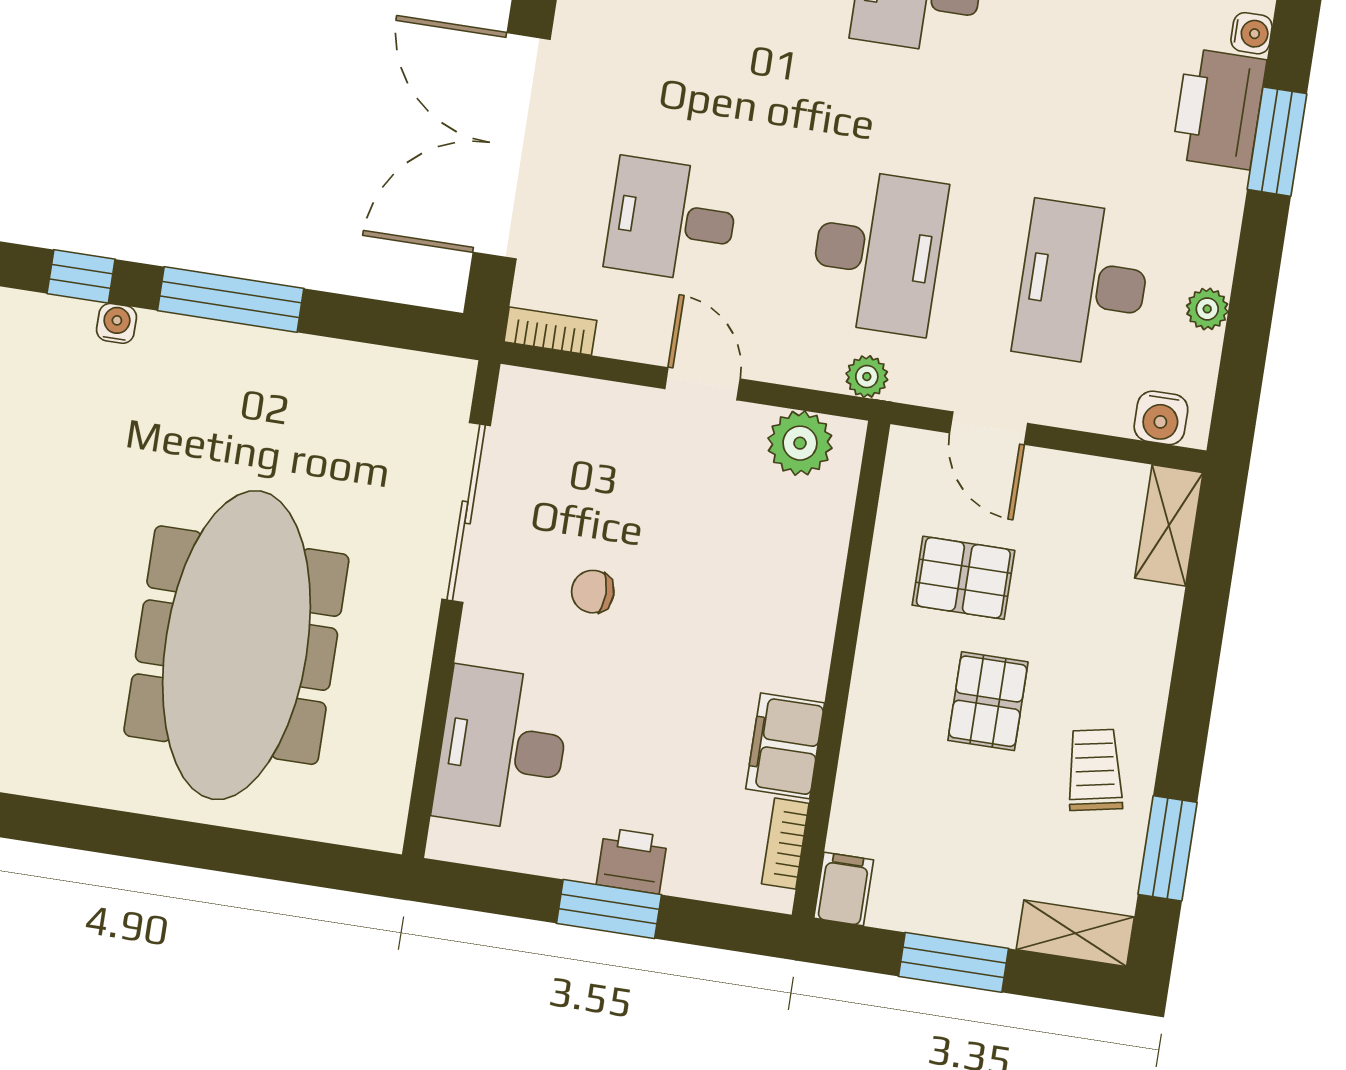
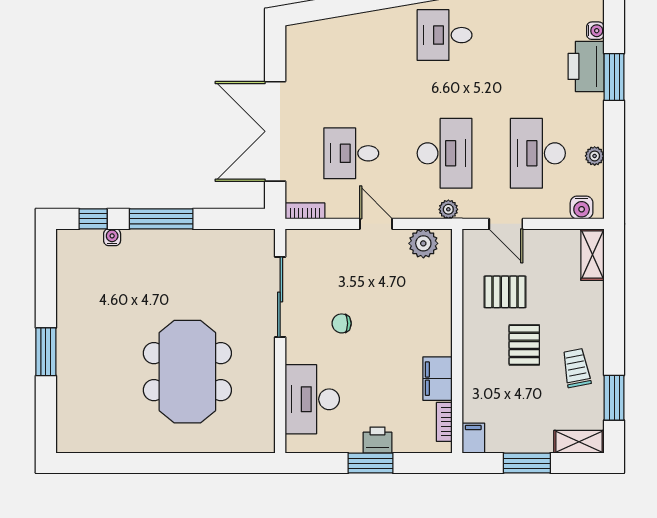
meeting table: (236, 645) -> (187, 372), width x0.73

